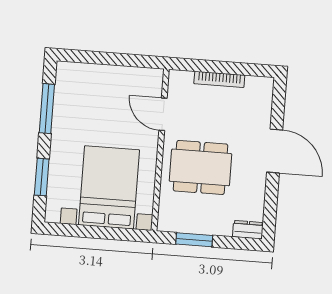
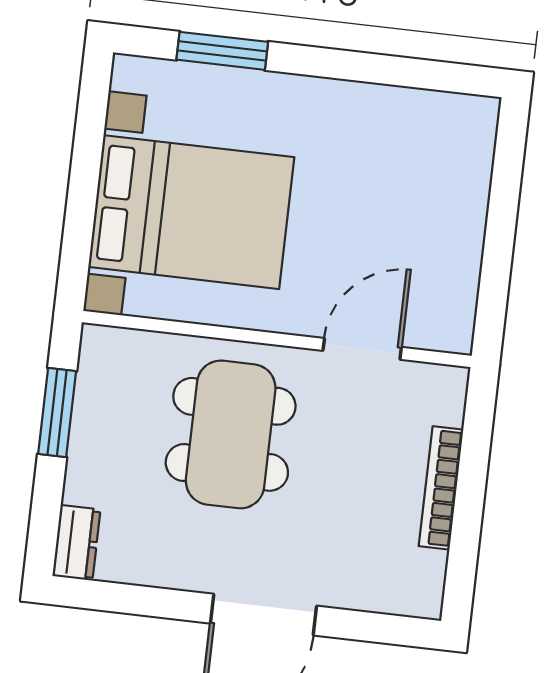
window: (47, 109) -> (387, 70), removed

